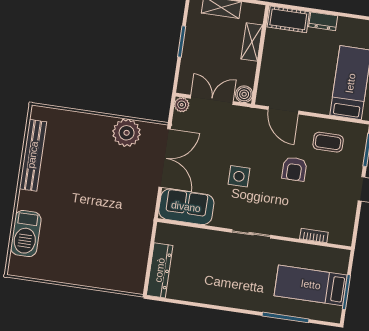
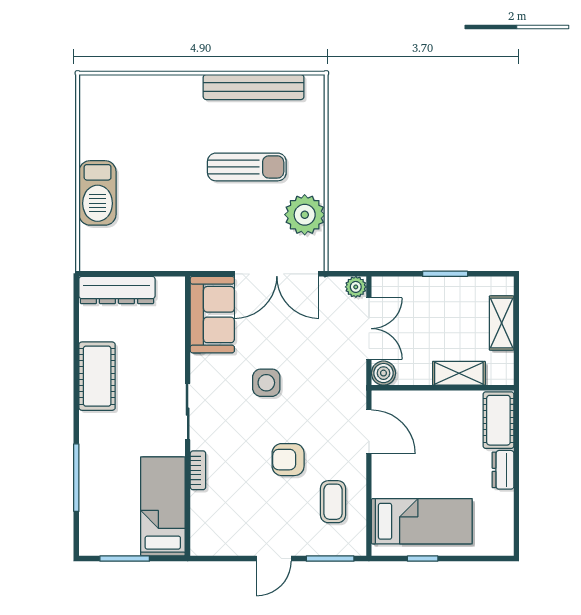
door: (283, 110) -> (369, 432), swing flipped
sun lounger: (88, 168) -> (247, 167), added
barbecue: (26, 234) -> (98, 193), moved, turned -90
bookcase: (314, 236) -> (198, 470), moved
bed: (311, 285) -> (163, 506), moved
cot: (217, 293) -> (97, 376), added

